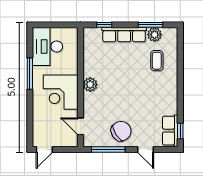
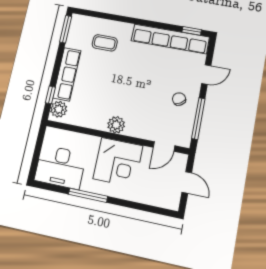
window: (150, 25) -> (66, 29), moved
plant: (155, 35) -> (59, 109), moved
chair: (121, 131) -> (179, 99), width x0.54, depth x0.54
row of seats: (170, 131) -> (170, 39), width x2.02
door: (44, 149) -> (187, 182), moved

